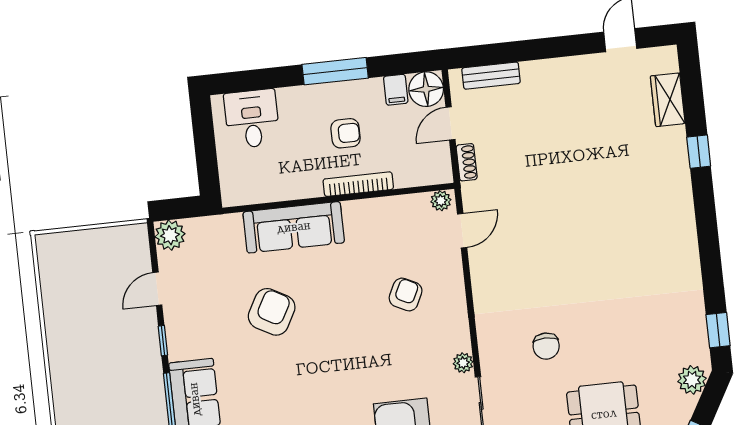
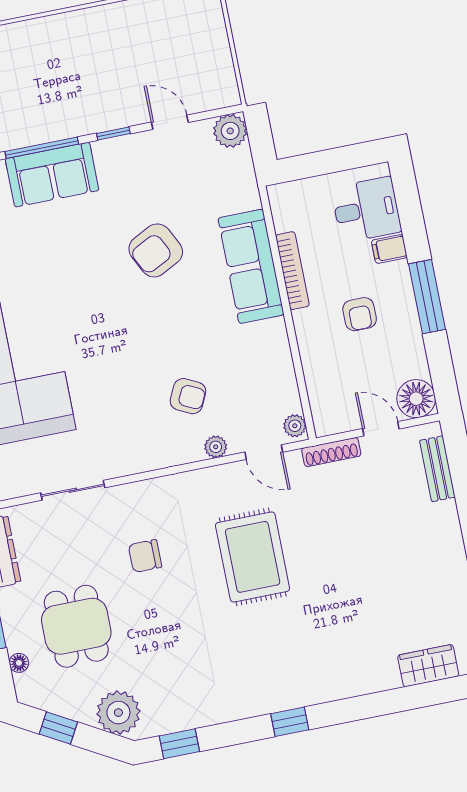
filing cabinet: (396, 90) -> (389, 249), moved
window: (699, 152) -> (290, 722), moved
shoe rack: (467, 162) -> (331, 452), width x1.43
bookcase: (358, 184) -> (292, 271), moved
rug: (556, 249) -> (253, 557), added
armchair: (272, 312) -> (156, 250), turned 124
plant: (463, 363) -> (216, 447), moved
plant: (692, 380) -> (118, 713), width x1.36, depth x1.36

